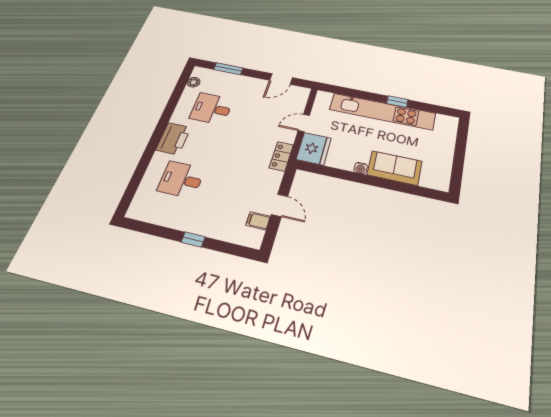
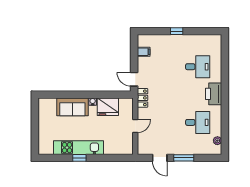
window: (228, 69) -> (184, 158), moved
door: (281, 79) -> (160, 158), swing flipped
kitchen unit: (382, 111) -> (78, 148), width x0.73
fridge: (314, 149) -> (108, 107), moved, turned -90
door: (280, 205) -> (134, 79), moved

